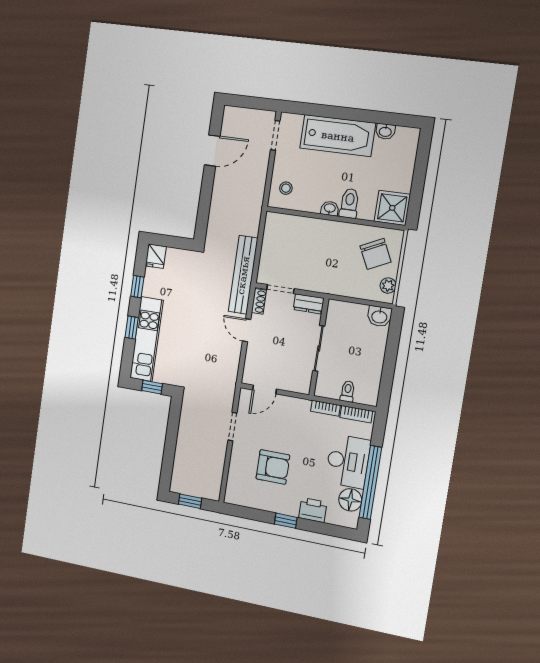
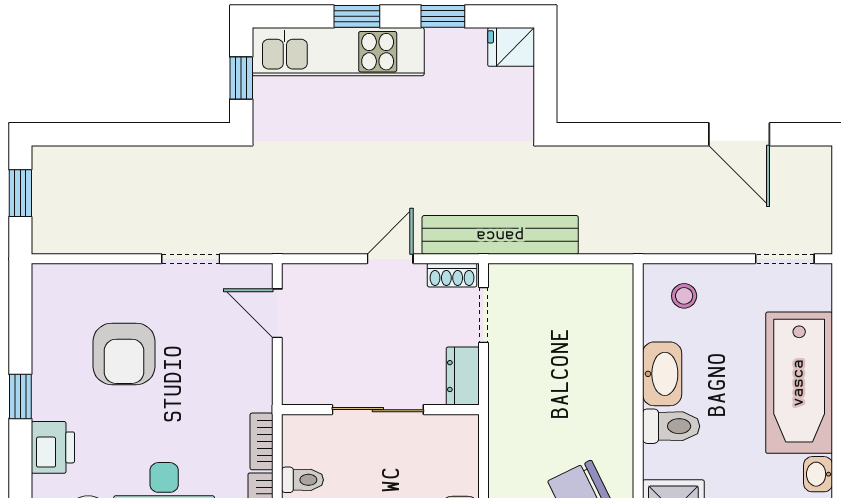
washbasin: (330, 208) -> (662, 374), width x1.91, depth x1.45

